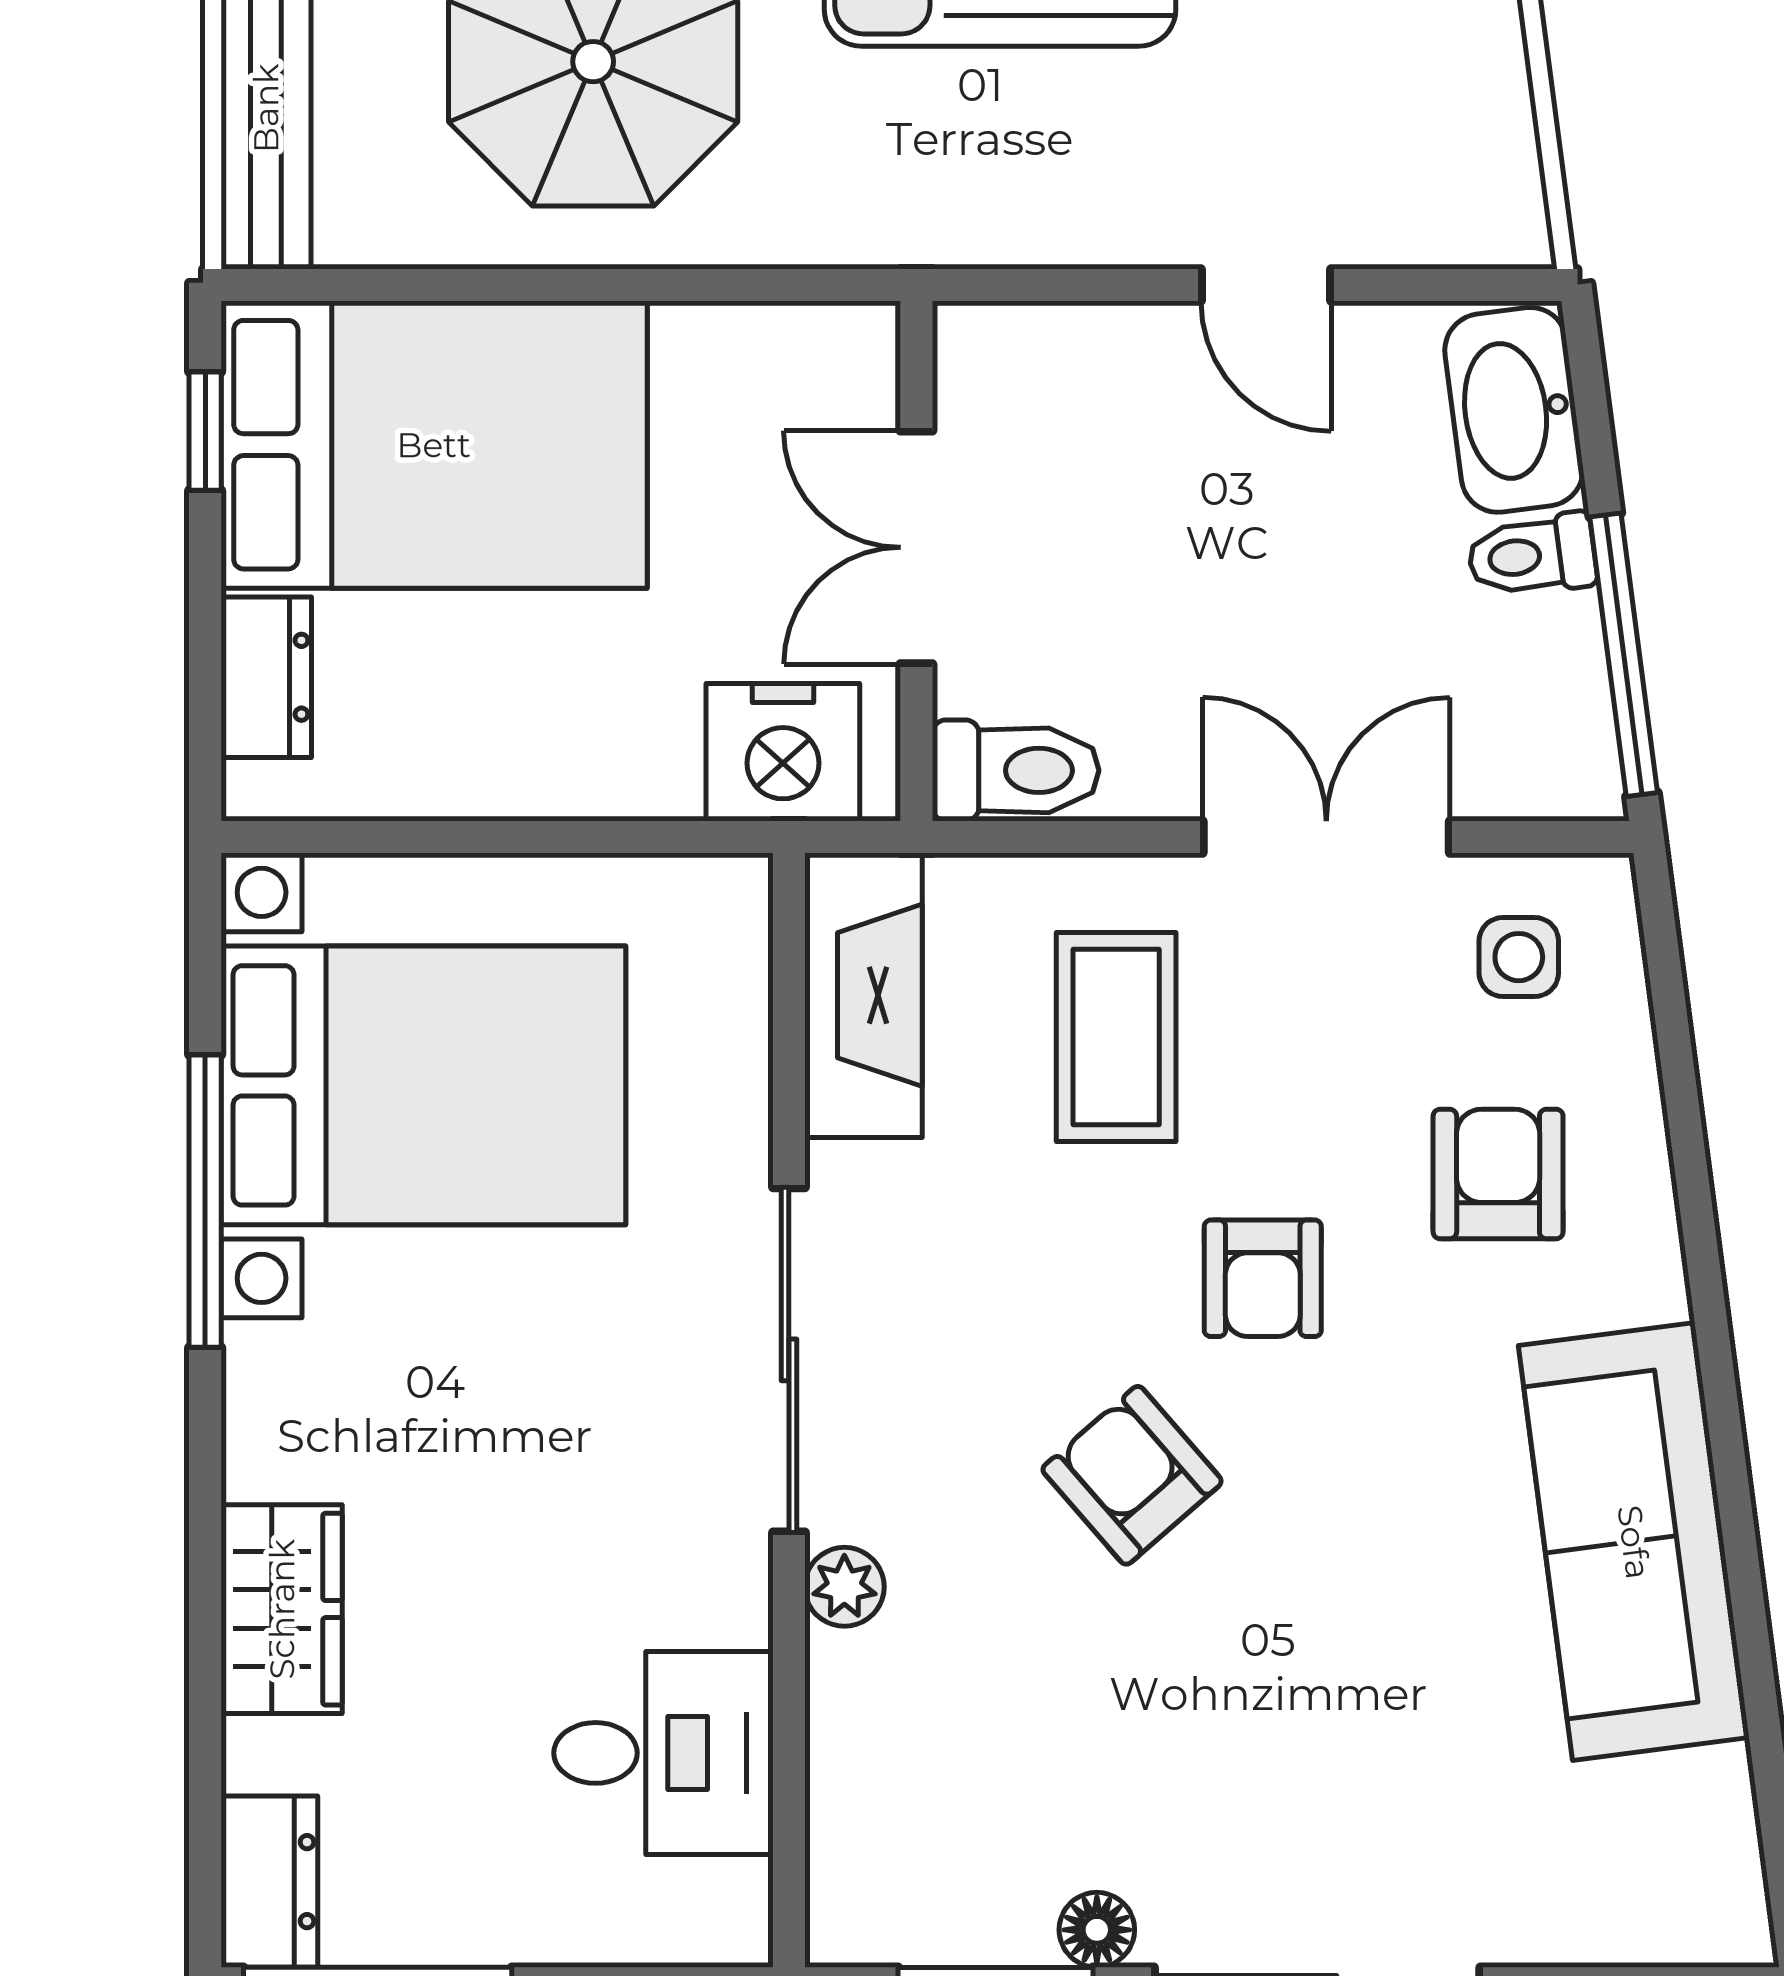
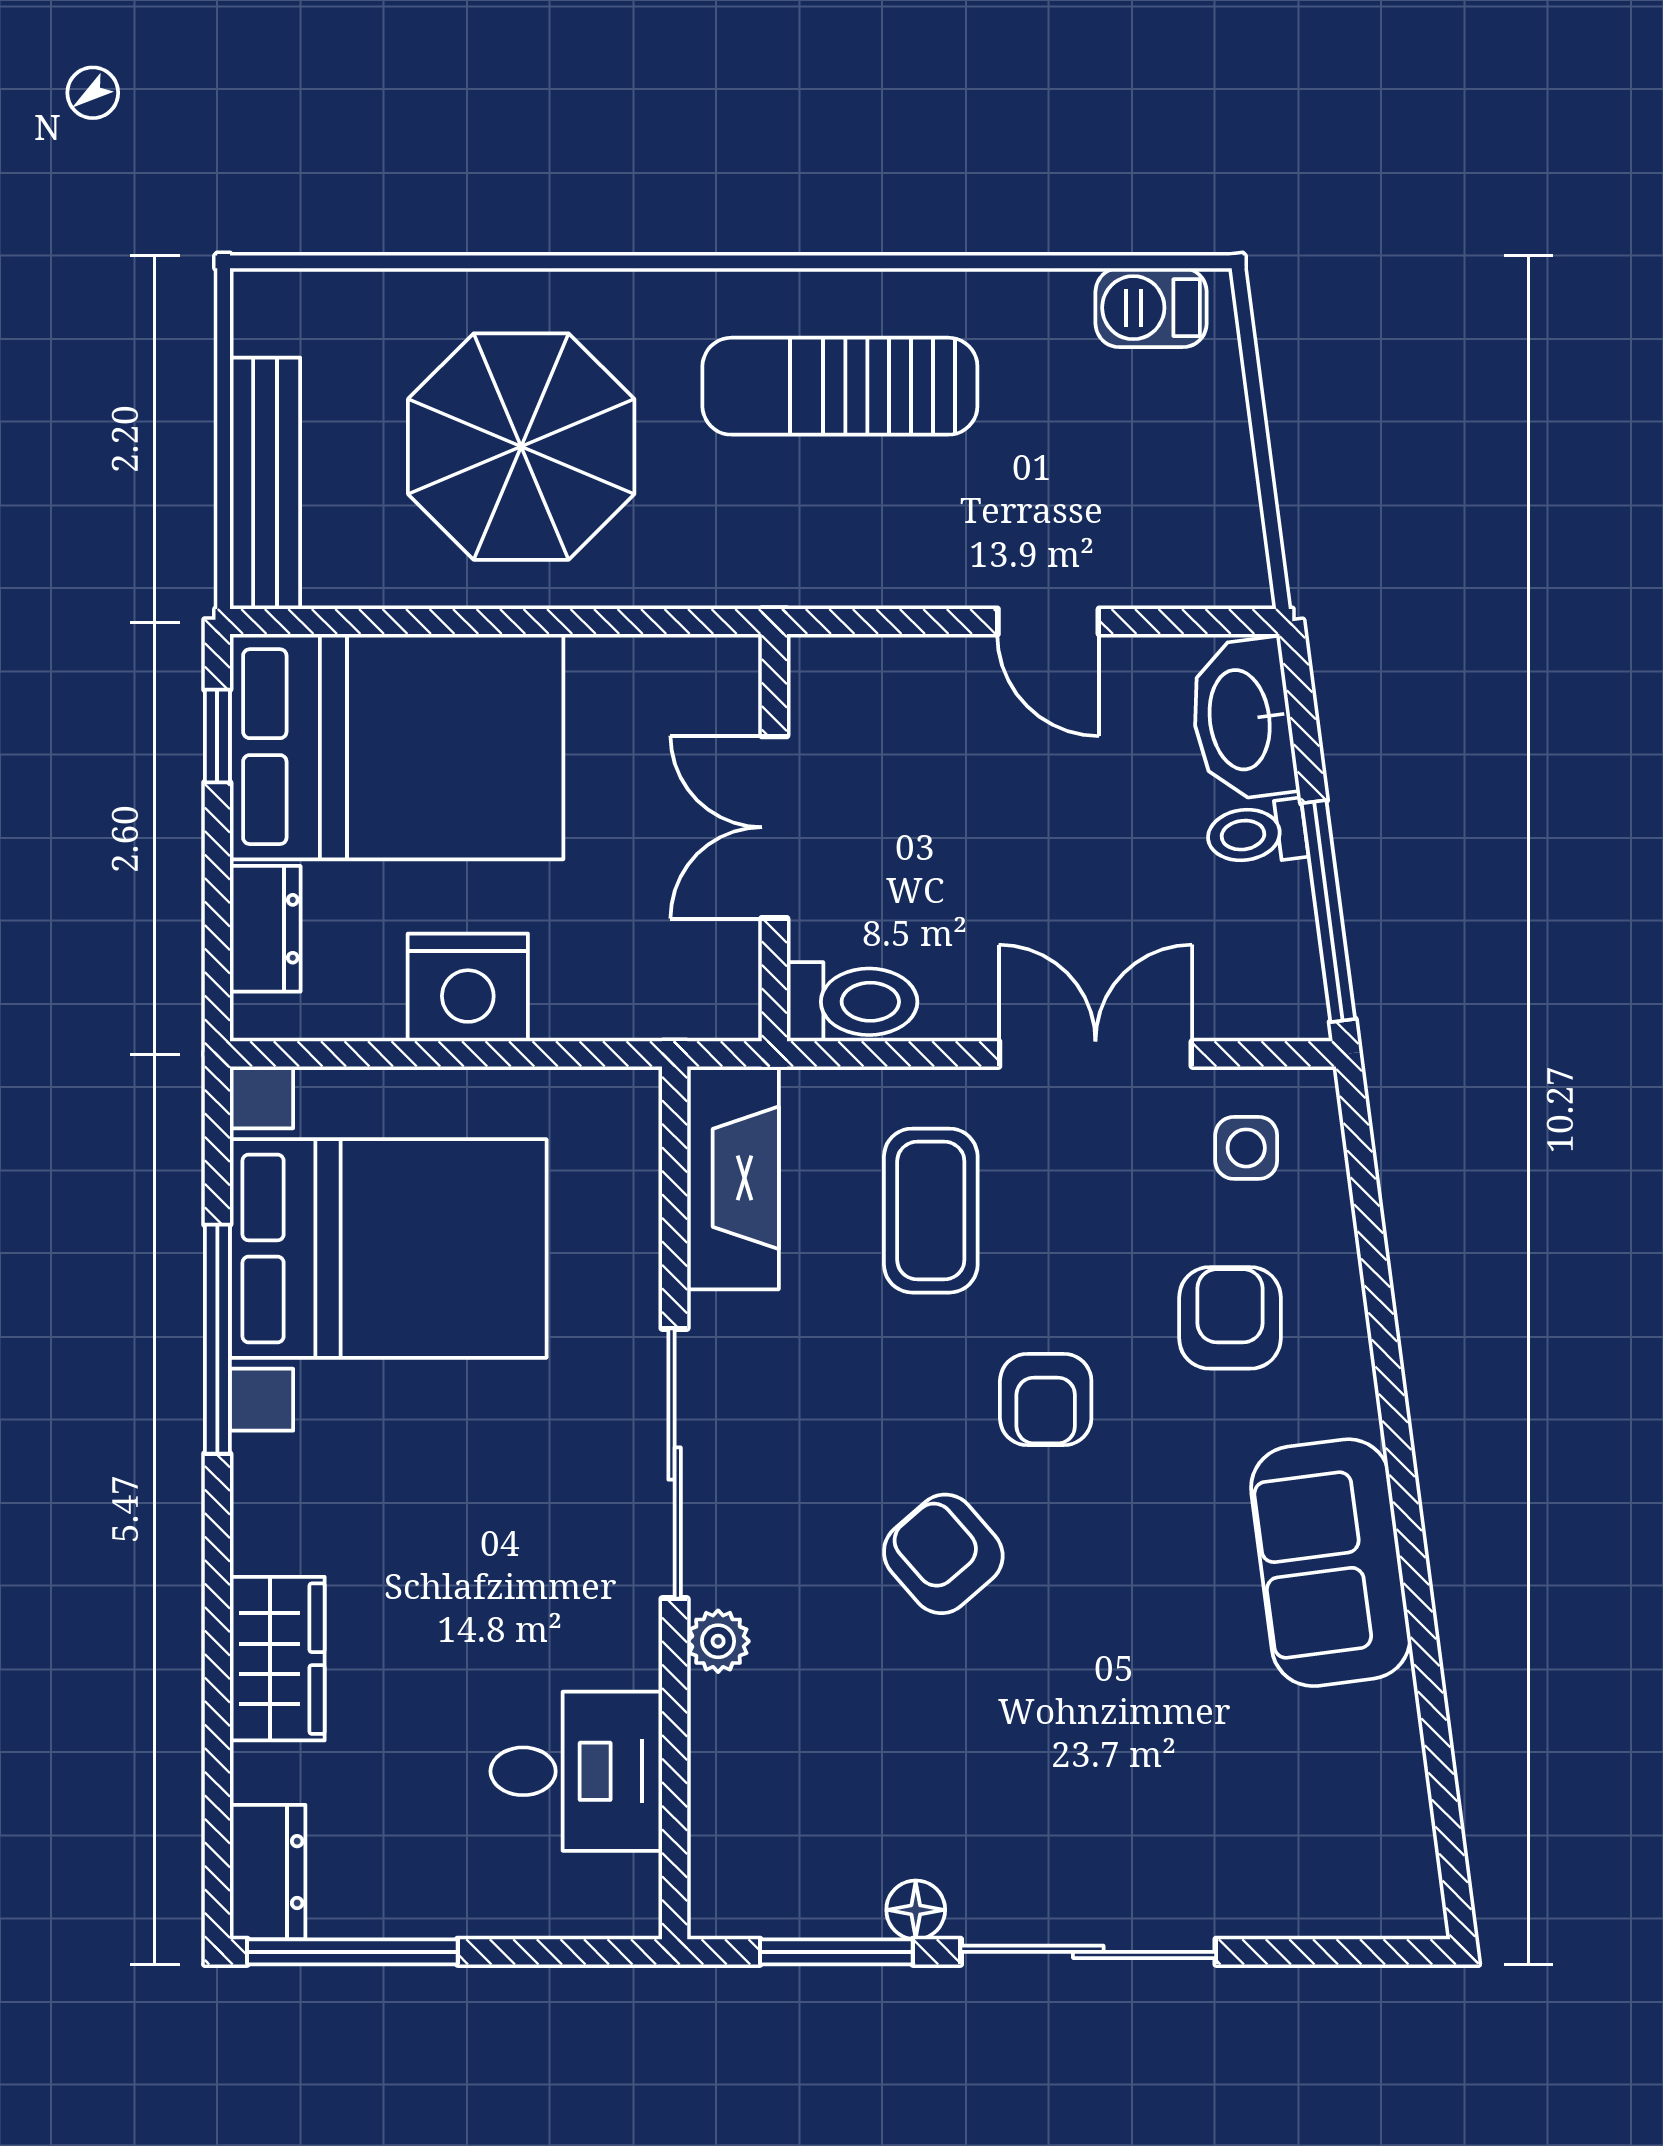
nightstand: (783, 752) -> (468, 987), moved
sofa: (1634, 1542) -> (1331, 1563), width x0.73

